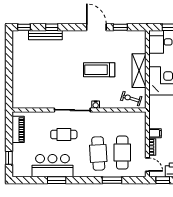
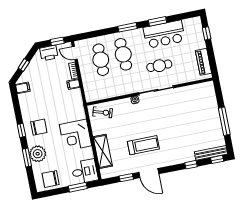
bench: (45, 35) -> (211, 153), moved
window: (9, 65) -> (224, 121), added
treadmill: (99, 70) -> (143, 145), moved
shelving: (139, 71) -> (103, 151), moved
window: (112, 180) -> (127, 27), moved

